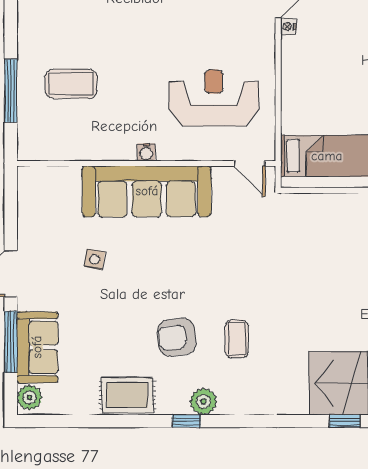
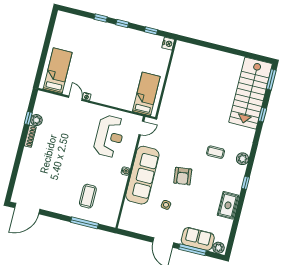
reception desk: (214, 98) -> (109, 136), turned 180
armchair: (177, 337) -> (183, 176), moved
plant: (203, 402) -> (243, 159), moved

